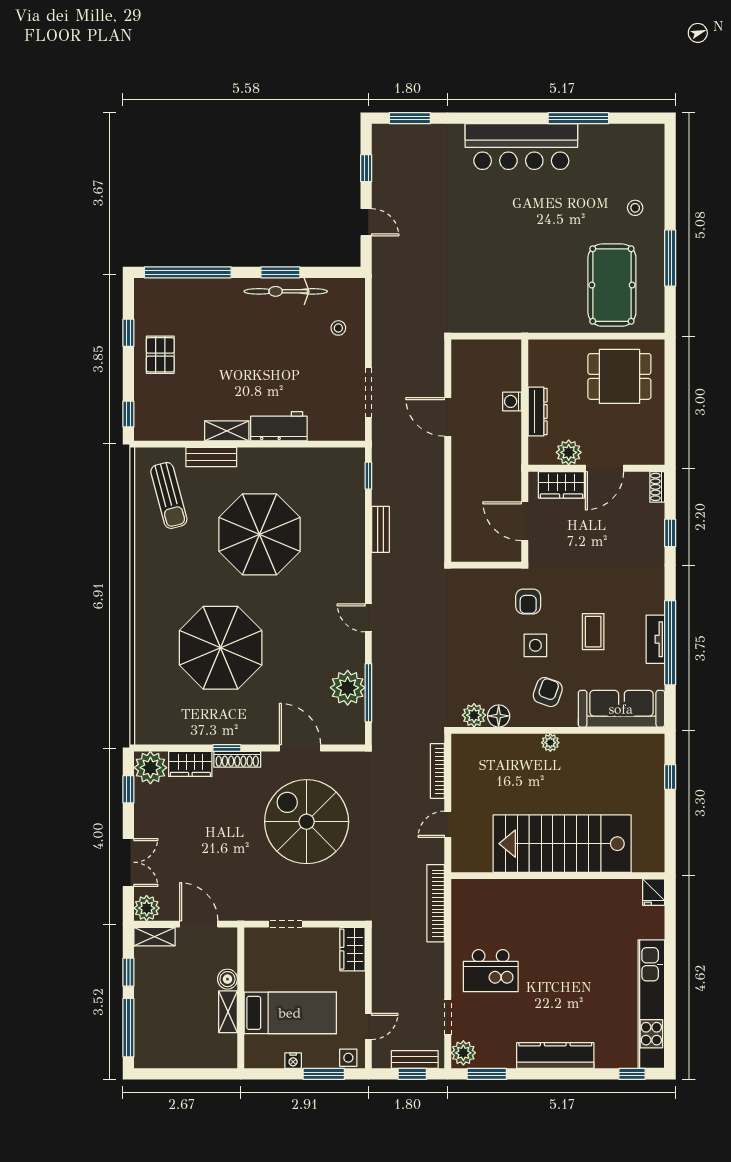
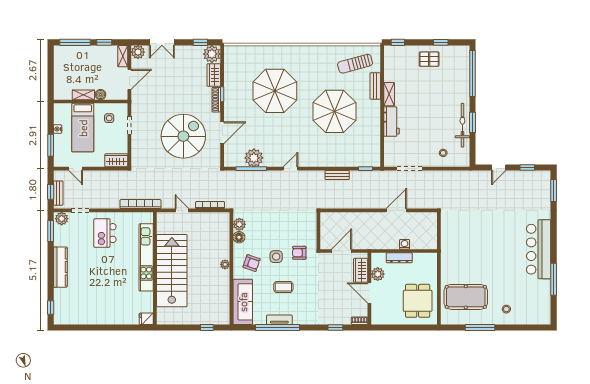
kitchen unit: (651, 1004) -> (146, 257), moved, turned -90
side table: (348, 1058) -> (109, 118), moved

